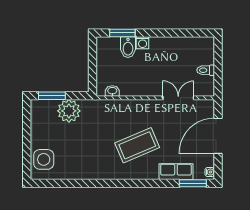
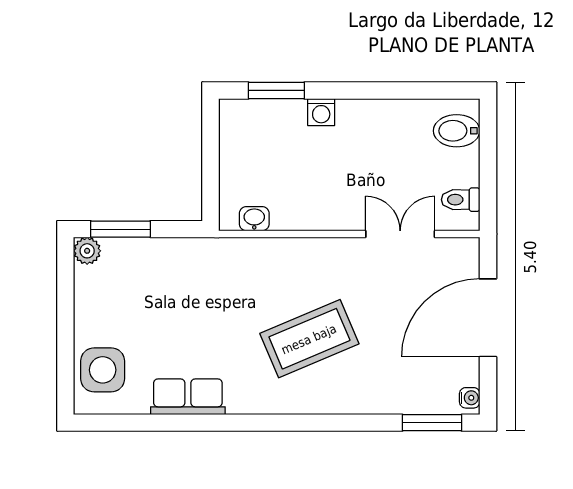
bidet: (128, 47) -> (457, 131), moved, turned 90
toilet: (206, 70) -> (461, 200), moved
plant: (69, 111) -> (87, 251), moved, width x0.53, depth x0.53
row of seats: (176, 172) -> (188, 397), moved

